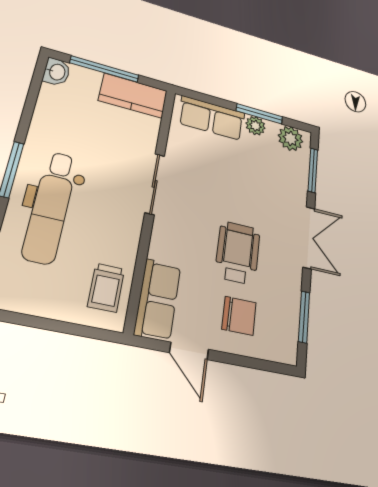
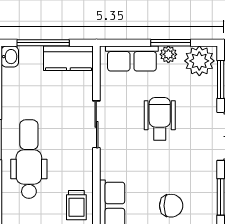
plant: (291, 138) -> (199, 61), width x1.36, depth x1.36
dental chair: (50, 207) -> (29, 159), turned 180
wheelchair: (238, 253) -> (160, 119), moved

